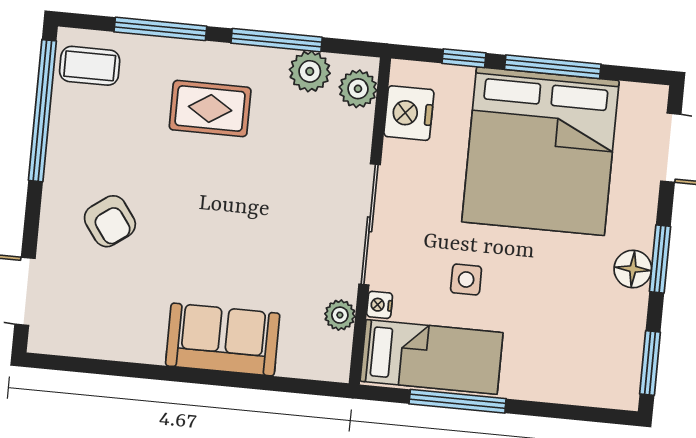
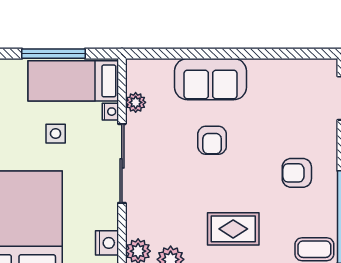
nightstand: (409, 113) -> (107, 243), width x0.74, depth x0.75
armchair: (110, 221) -> (297, 173), moved, turned -54
armchair: (229, 246) -> (212, 140), added

